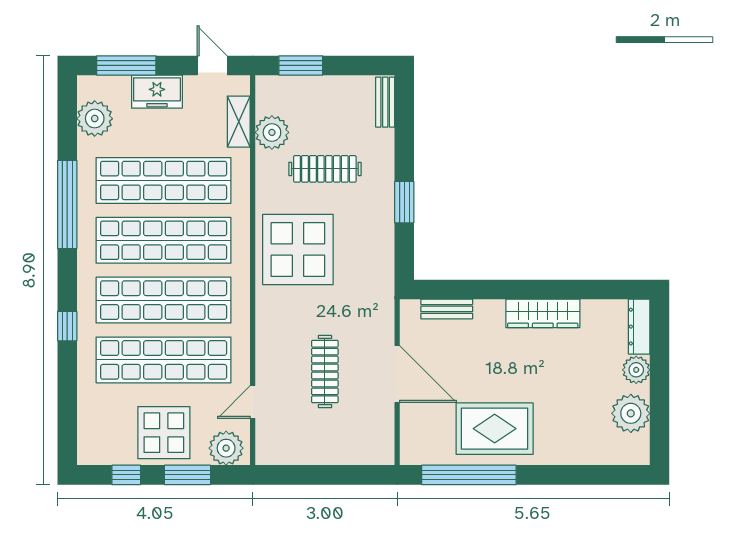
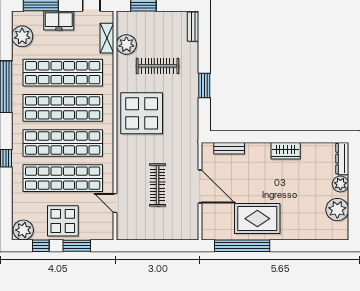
wardrobe: (543, 313) -> (286, 151), width x0.67
door: (253, 402) -> (115, 203), hinge flipped
plant: (226, 448) -> (23, 230), moved

